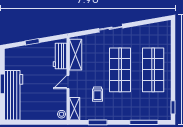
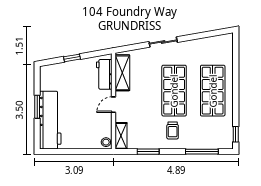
trolley: (98, 94) -> (173, 130), moved

